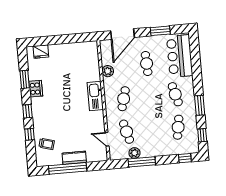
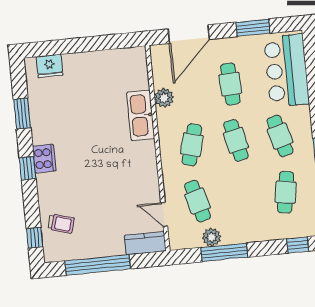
cooker: (36, 89) -> (44, 159), moved
kitchen sink: (95, 96) -> (141, 115), moved
cafe table: (149, 96) -> (236, 140), added
window: (29, 134) -> (35, 238), moved
kitchen counter: (74, 158) -> (145, 243), moved

